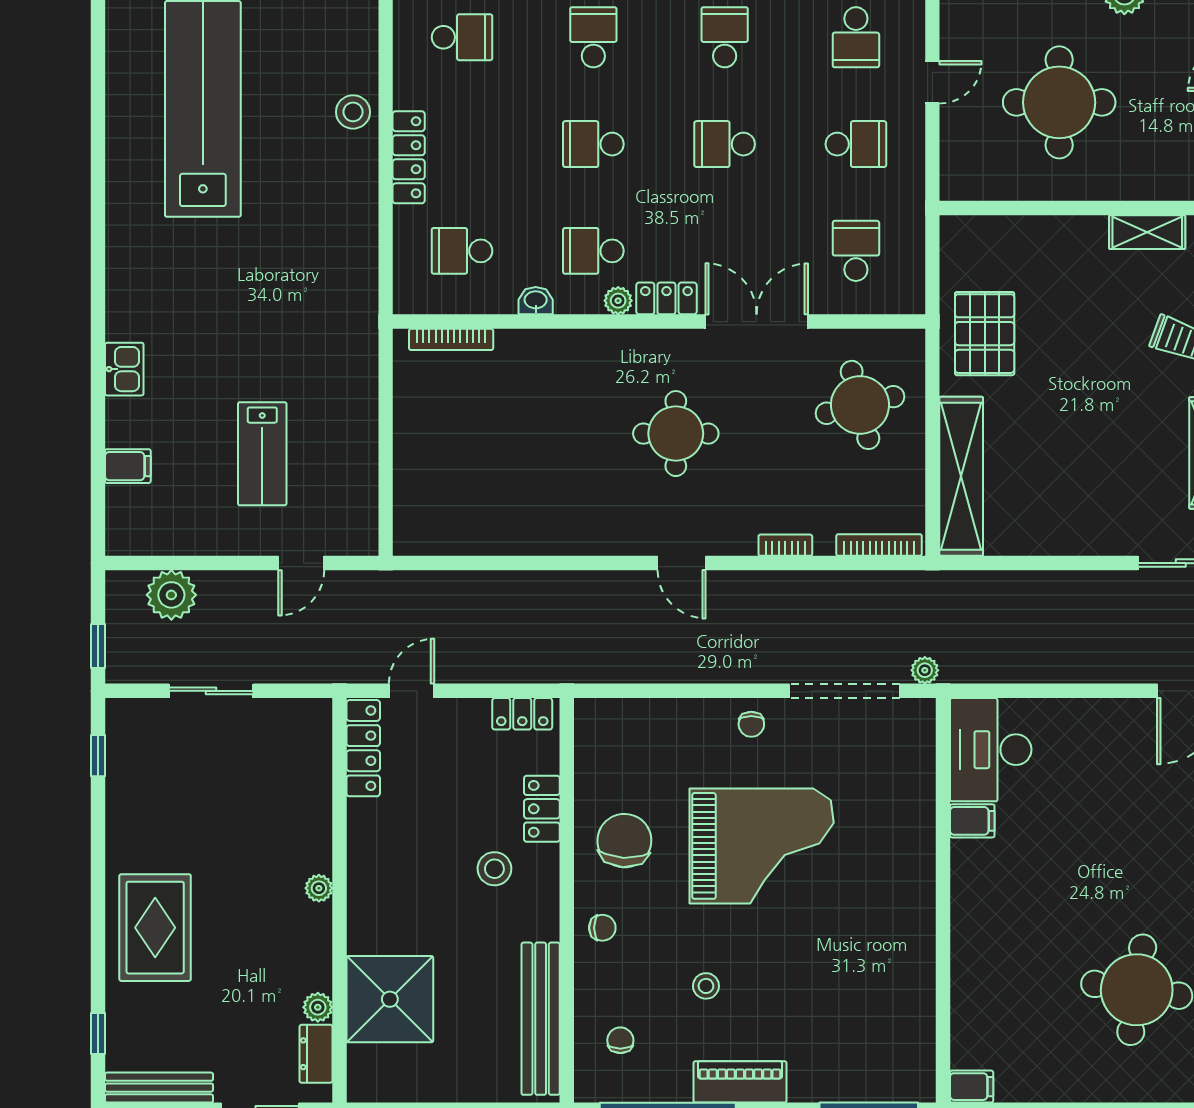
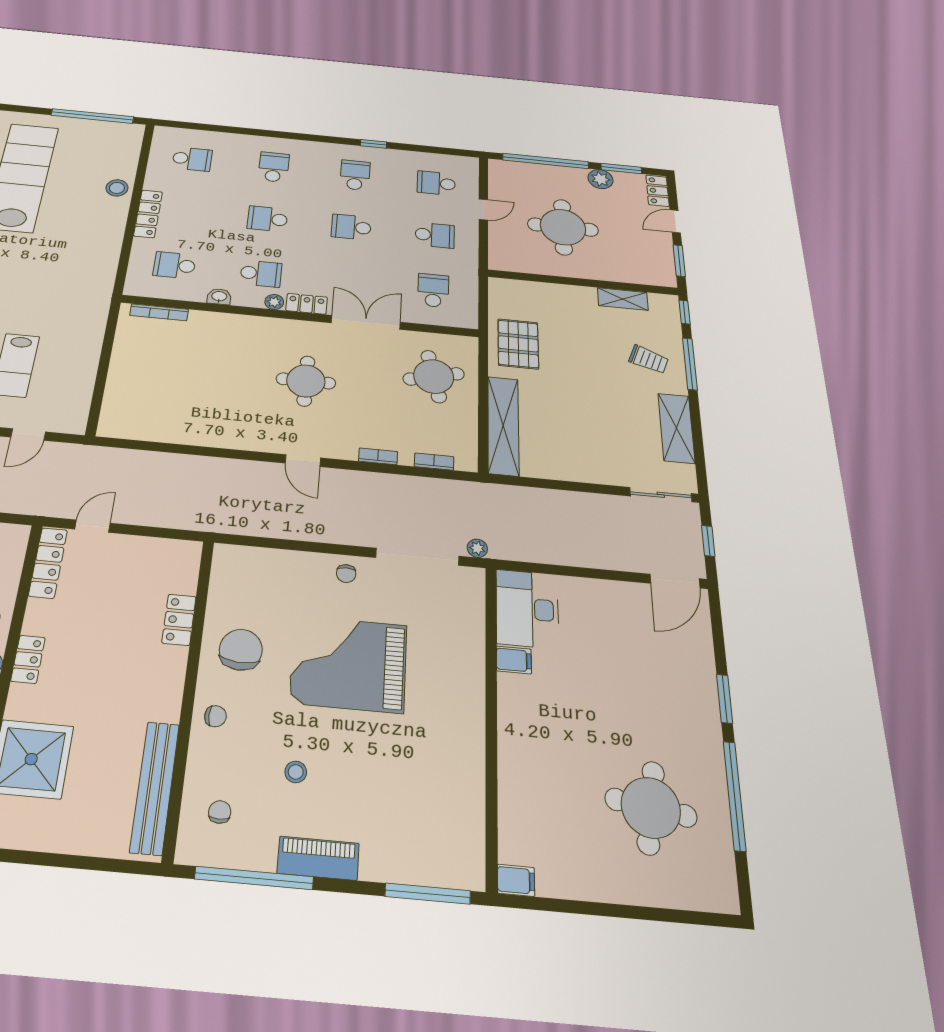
school desk: (856, 37) -> (436, 183), turned 90
school desk: (593, 251) -> (261, 274), turned 180
bookcase: (879, 545) -> (434, 462), width x0.64
locker: (522, 714) -> (28, 659), moved, turned -90
grand piano: (762, 846) -> (349, 664), turned 180
stool: (494, 869) -> (135, 662), removed

